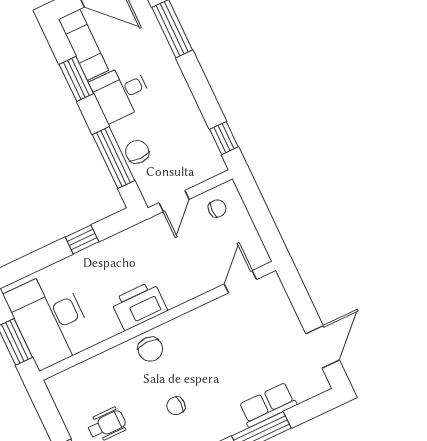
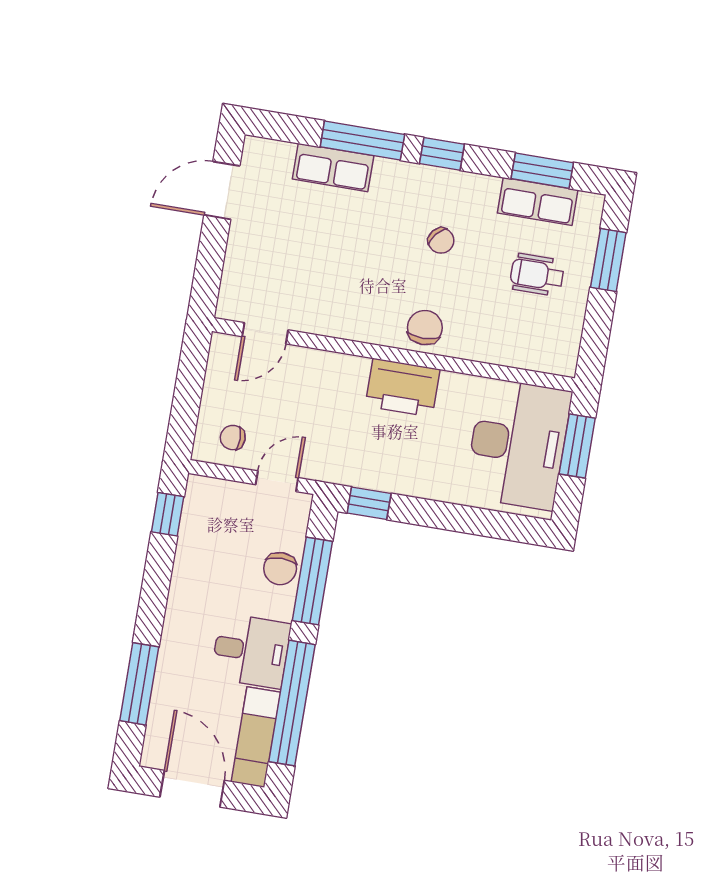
window: (76, 79) -> (292, 703), width x2.11
window: (82, 239) -> (369, 503), moved
chair: (176, 406) -> (441, 241), turned 40

